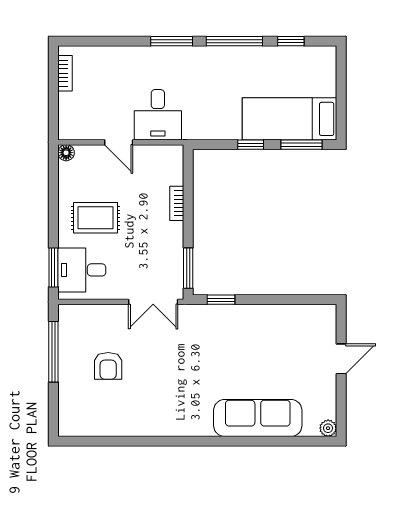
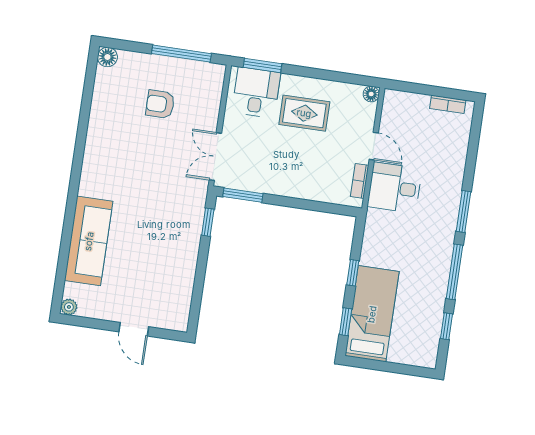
door: (119, 142) -> (374, 146), swing flipped
window: (302, 145) -> (346, 322), width x0.67
bookcase: (177, 203) -> (360, 181), moved, turned -90
rug: (96, 218) -> (304, 113), turned 90
floor lamp: (68, 427) -> (107, 57), added

